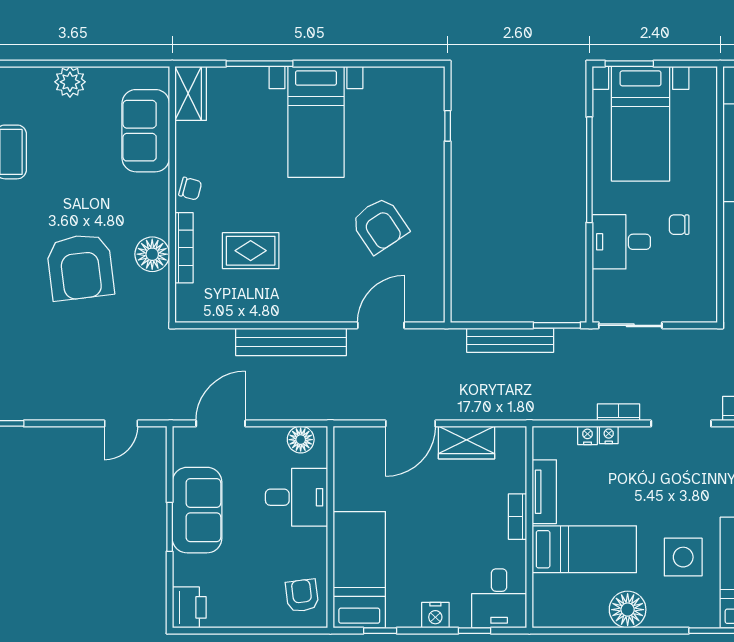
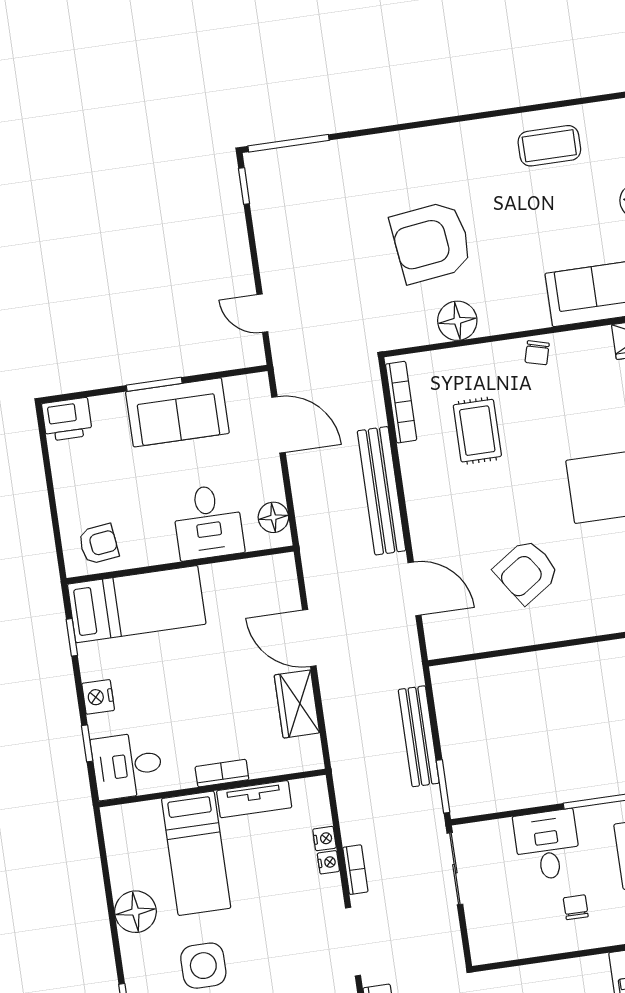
bookcase: (184, 248) -> (401, 402), moved, turned -90

